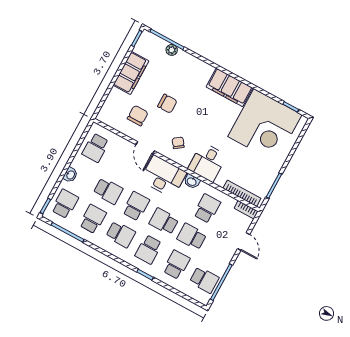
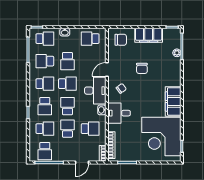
chair: (138, 116) -> (121, 40), moved
school desk: (93, 219) -> (45, 61), turned 180
school desk: (121, 234) -> (45, 84), turned -90
school desk: (149, 249) -> (45, 106), turned -90

